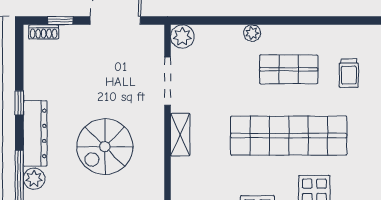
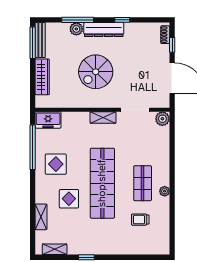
plant: (252, 33) -> (165, 191), moved
spiral stairs: (105, 147) -> (96, 72), turned -90

